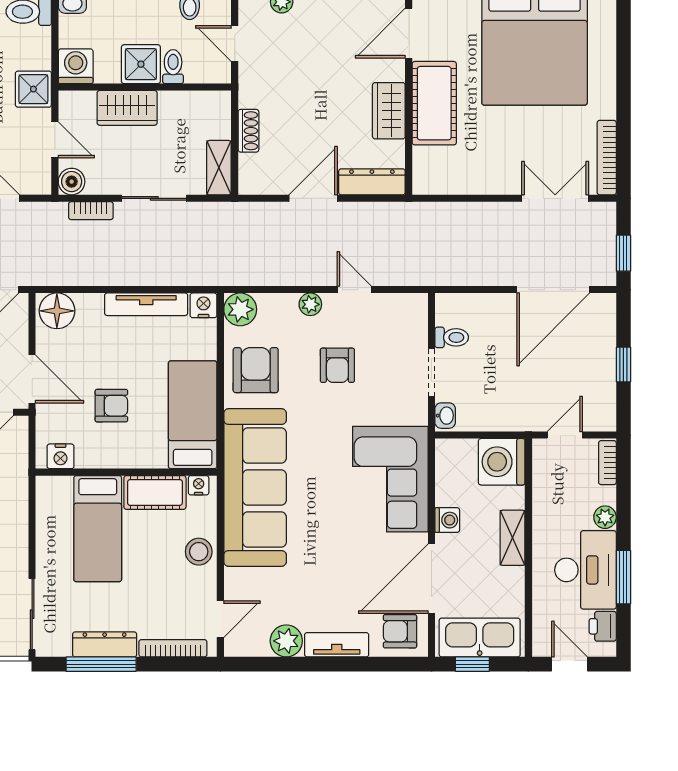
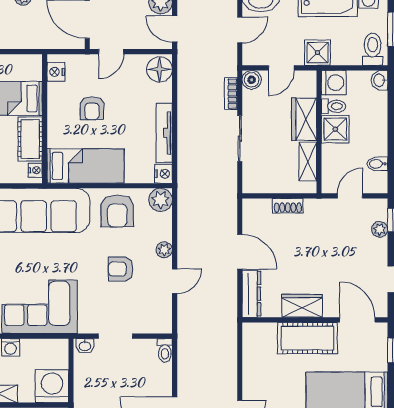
toilet: (173, 67) -> (333, 106), moved
shelving: (219, 168) -> (308, 162), moved, turned 90
toilet: (452, 337) -> (165, 350), moved
armchair: (256, 370) -> (117, 211), turned 90
door: (32, 379) -> (111, 52), width x0.73

